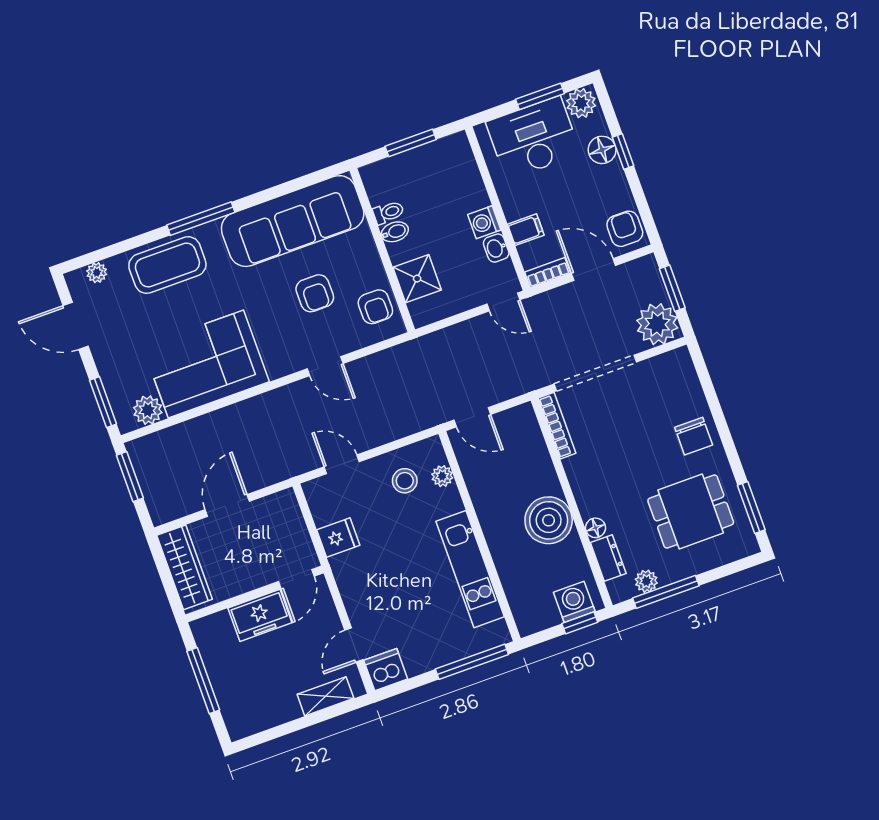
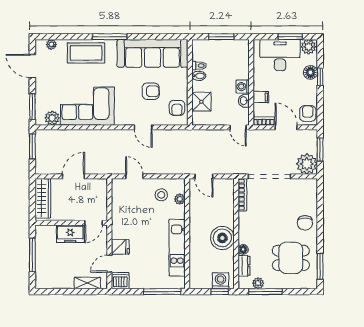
armchair: (315, 293) -> (151, 91), turned -90
fridge: (338, 537) -> (120, 247), moved

